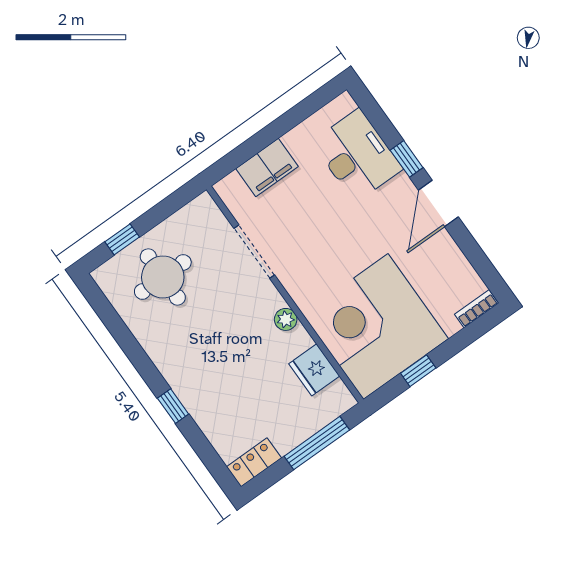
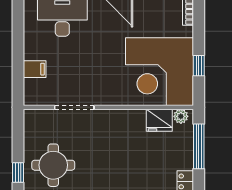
filing cabinet: (267, 168) -> (35, 69), width x0.50
plant: (286, 319) -> (181, 116), moved

